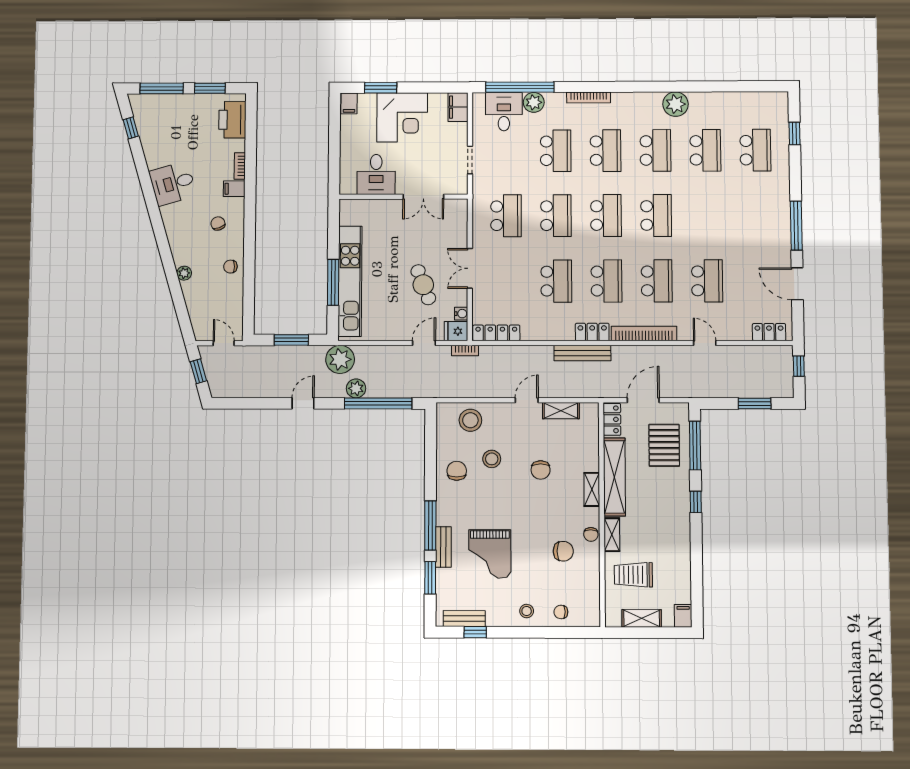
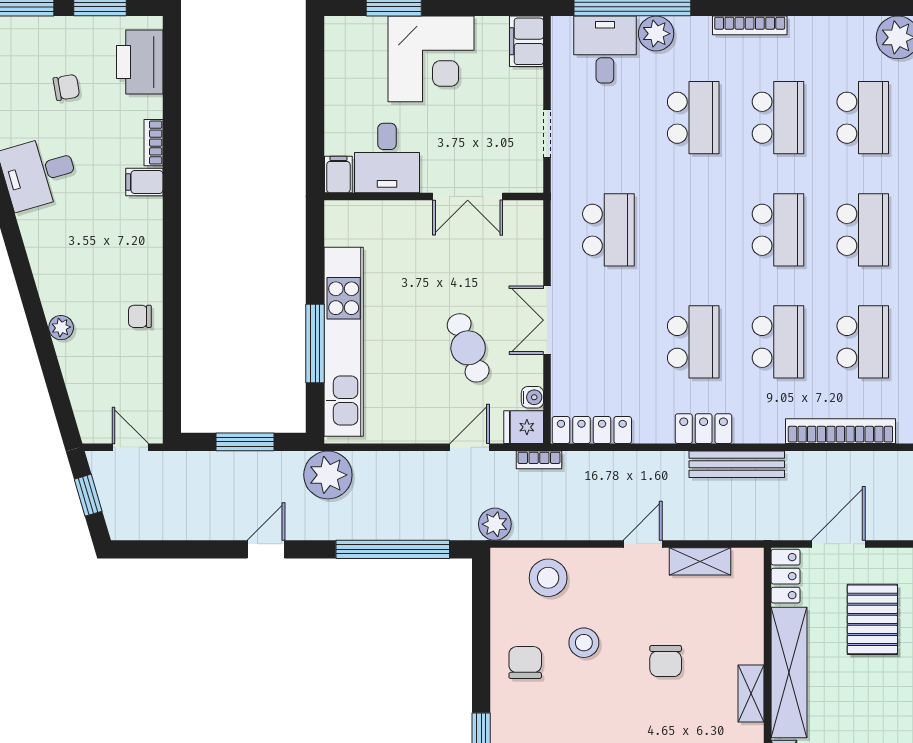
filing cabinet: (349, 103) -> (338, 175), moved, turned 180
school desk: (556, 216) -> (693, 230), removed
chair: (218, 223) -> (66, 87), moved, turned 99
locker: (592, 332) -> (704, 429), moved
plant: (356, 388) -> (495, 524), moved

